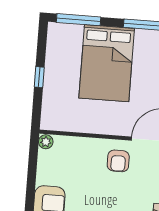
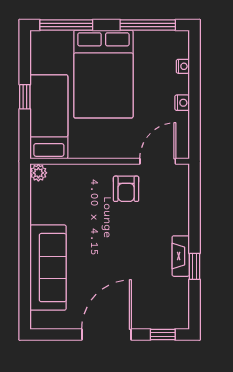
bed: (58, 95) -> (49, 117), added

